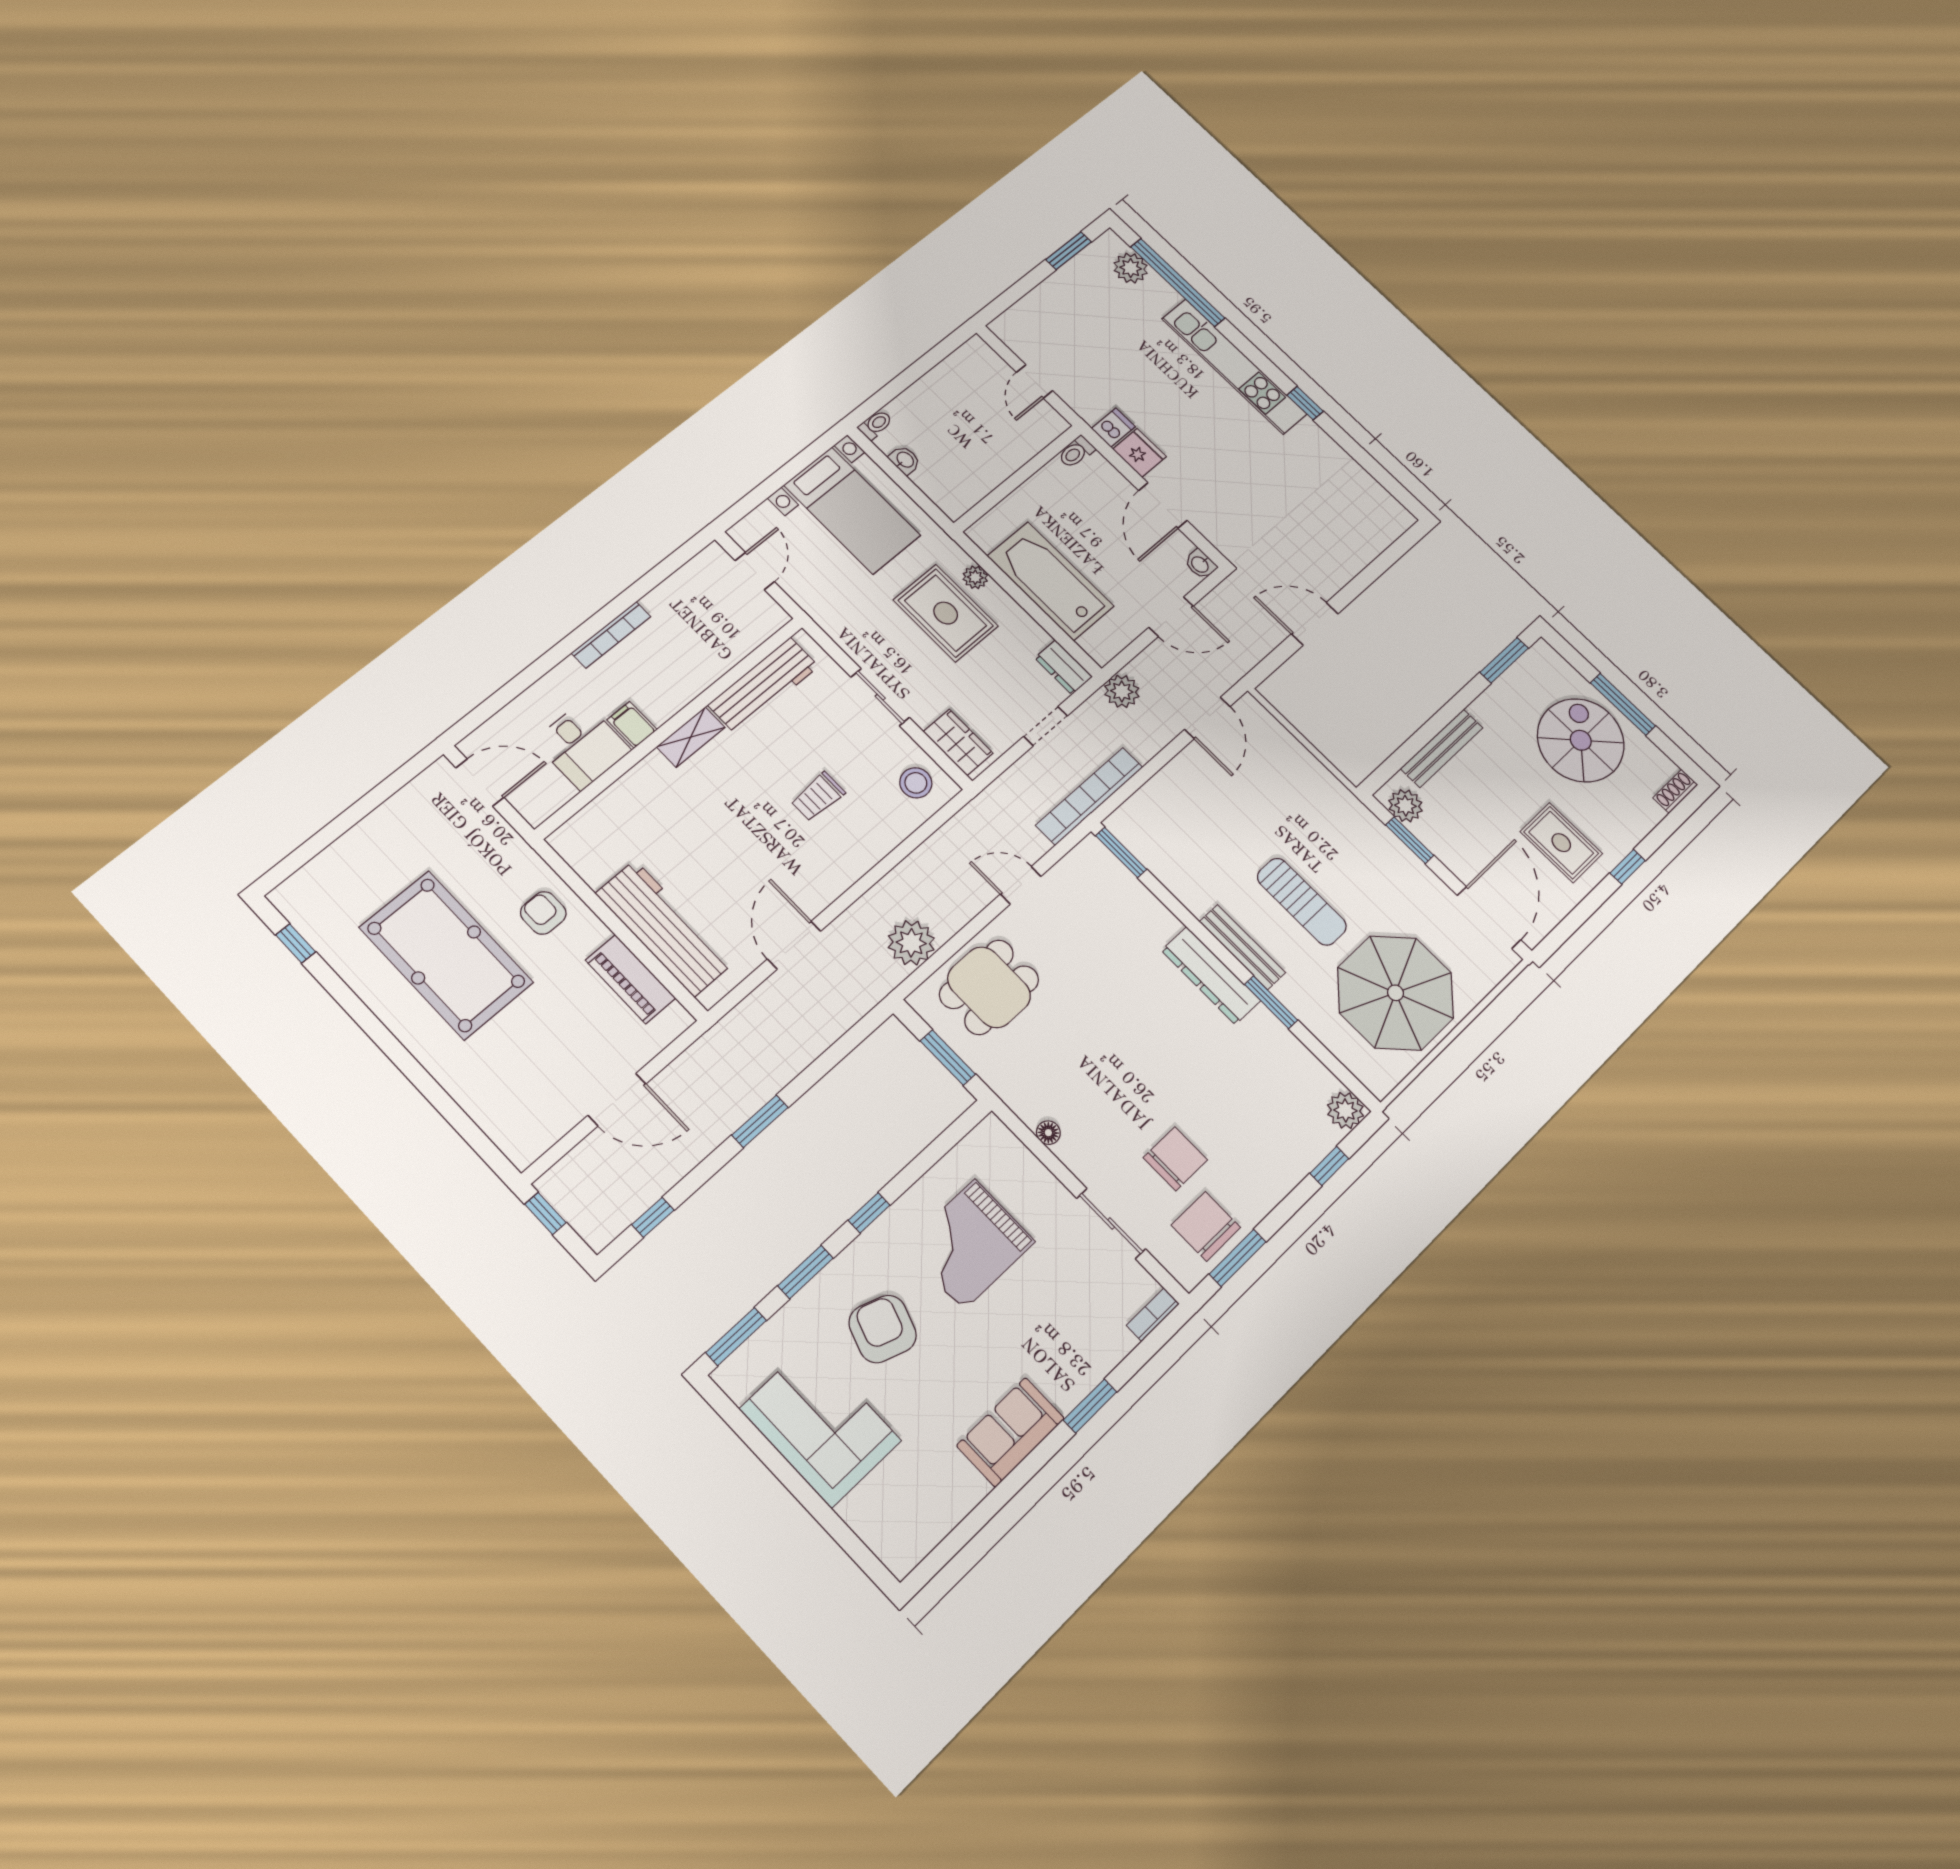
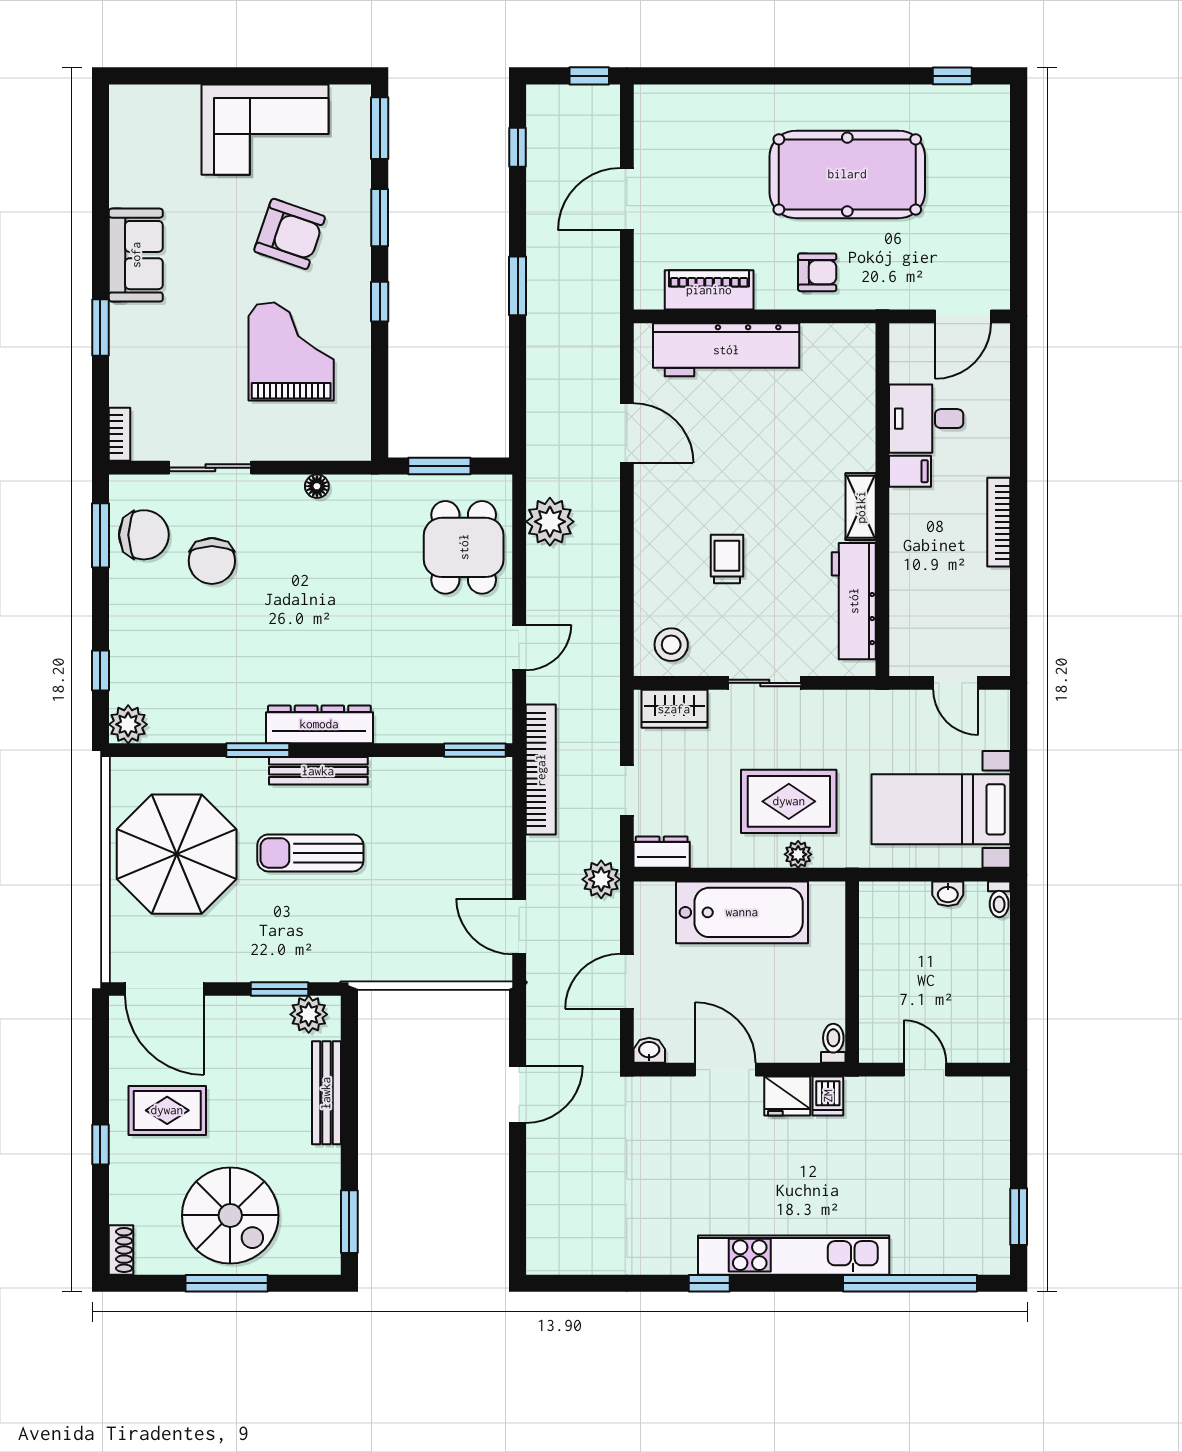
plant: (1131, 268) -> (958, 1255), removed

